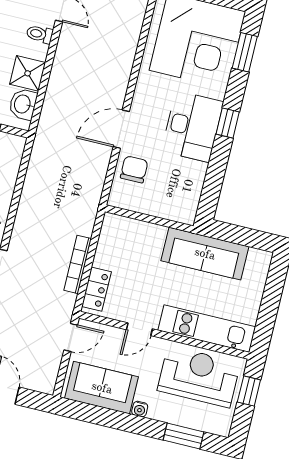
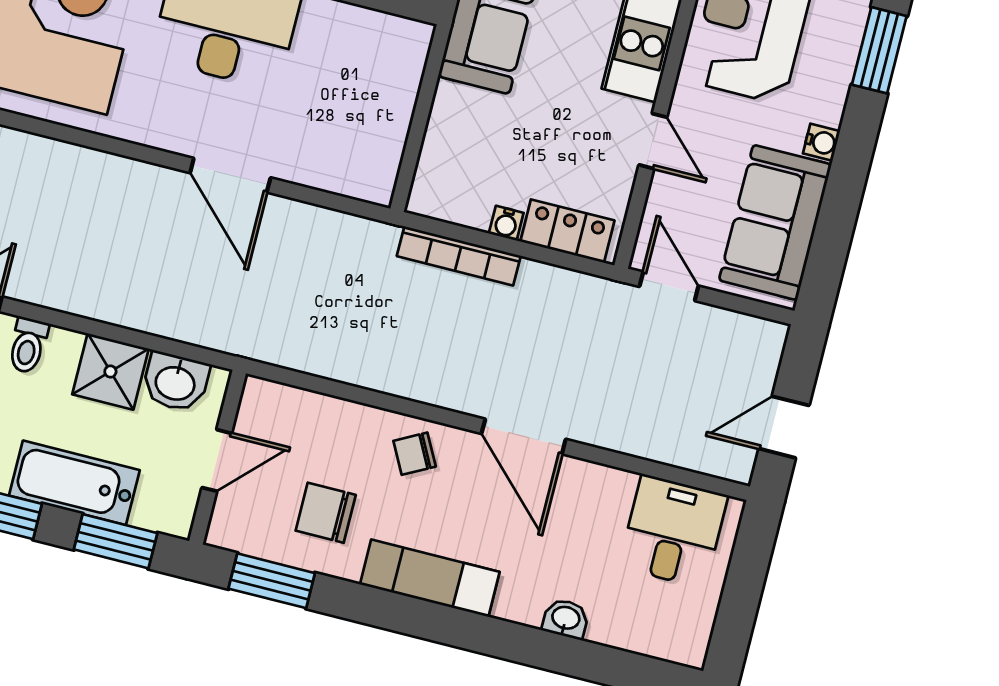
chair: (134, 169) -> (316, 149), removed
water cooler: (100, 260) -> (506, 223), added
bookcase: (78, 264) -> (459, 256), moved

